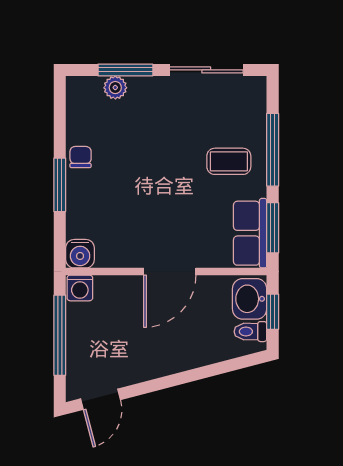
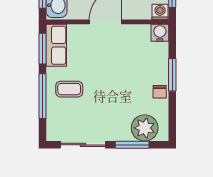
plant: (115, 88) -> (145, 128), width x1.88, depth x1.88

